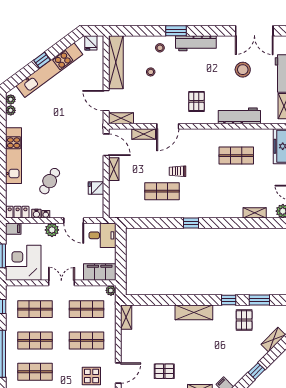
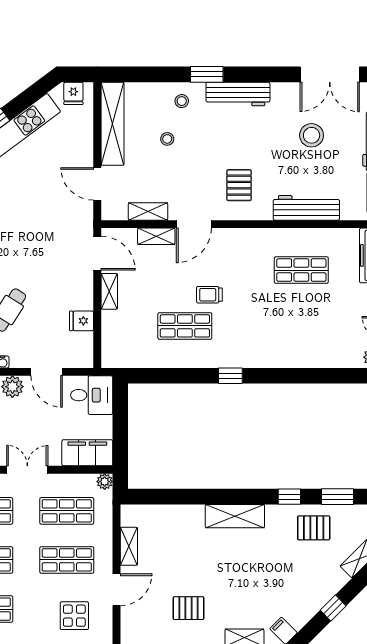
shelving: (121, 118) -> (148, 211), moved
shelving: (255, 213) -> (330, 360), removed
shelving: (126, 317) -> (129, 546), moved
pallet: (244, 320) -> (314, 528), turned 90
door: (118, 373) -> (116, 590), moved

